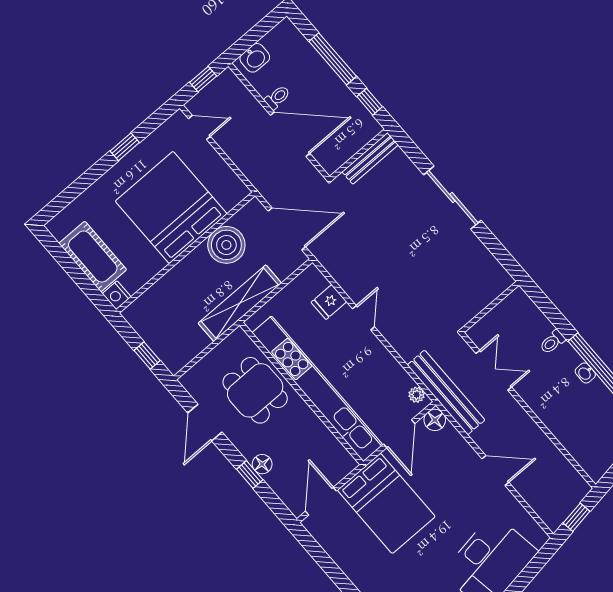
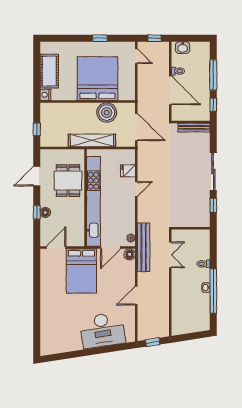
window: (494, 246) -> (213, 205), added
door: (495, 471) -> (136, 296), swing flipped

